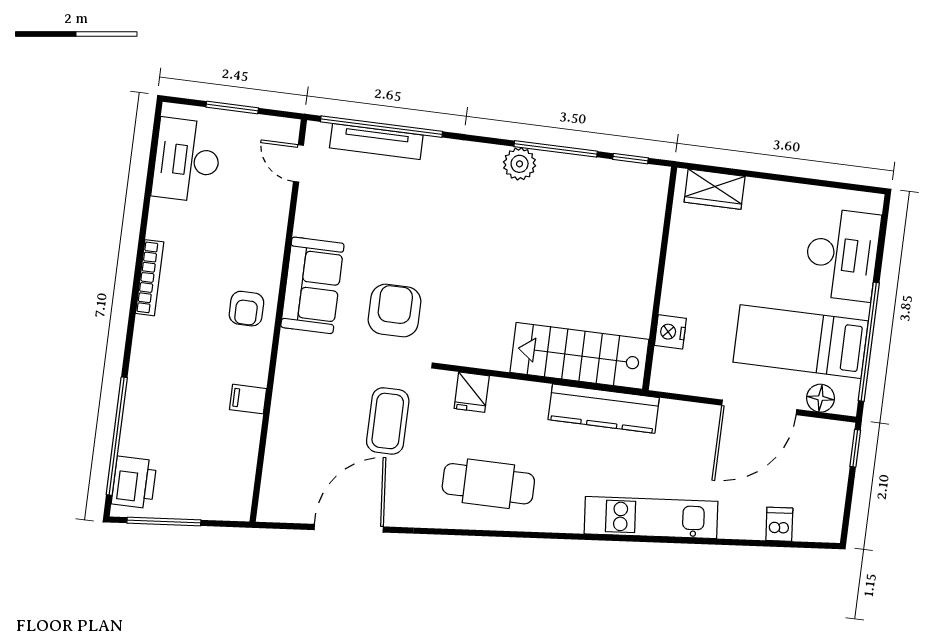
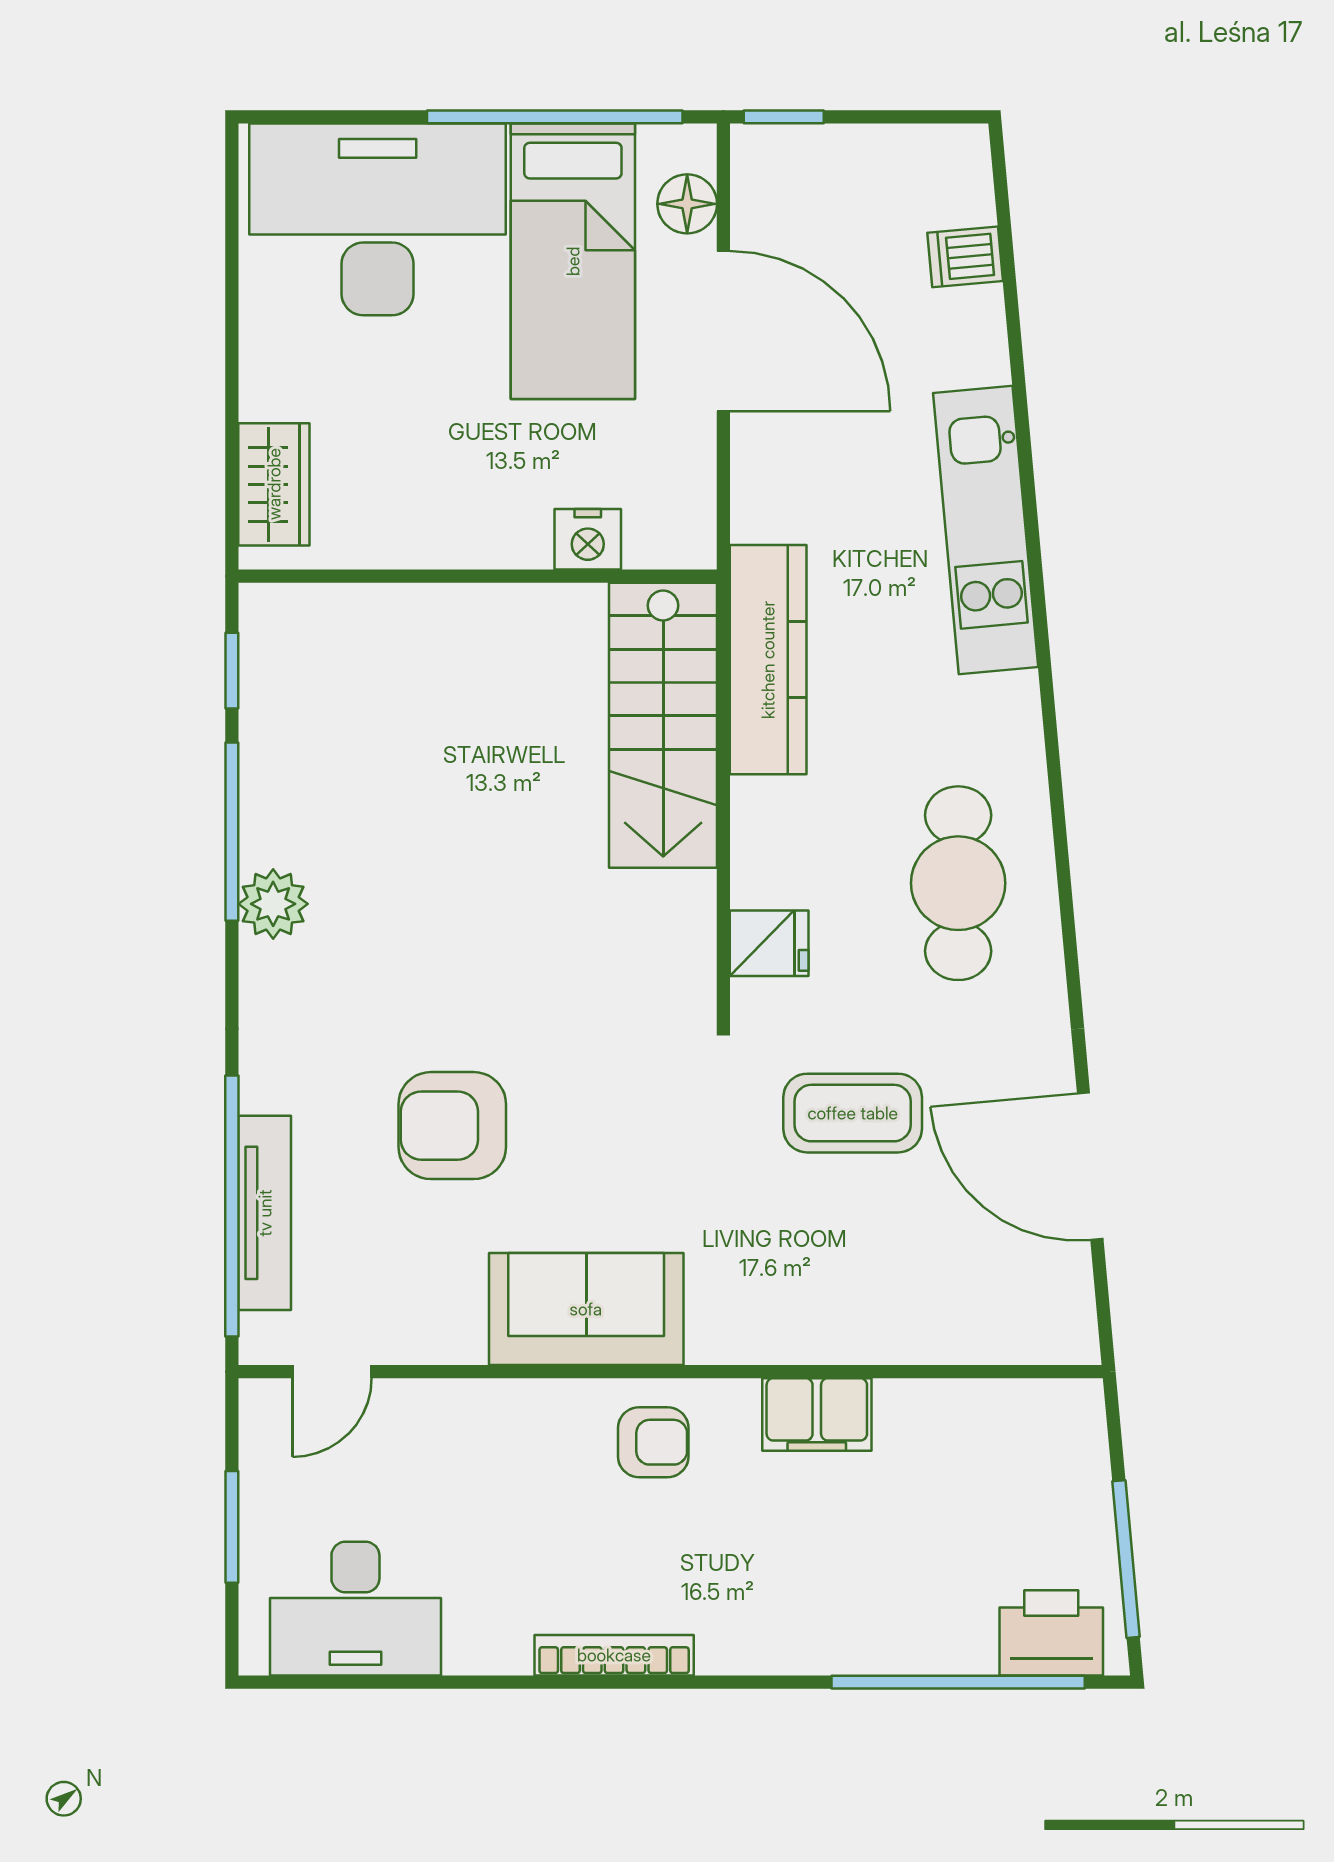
desk: (842, 255) -> (378, 219), width x1.36, depth x1.30
armchair: (395, 311) -> (452, 1126), moved
filing cabinet: (248, 399) -> (817, 1414), width x2.00

